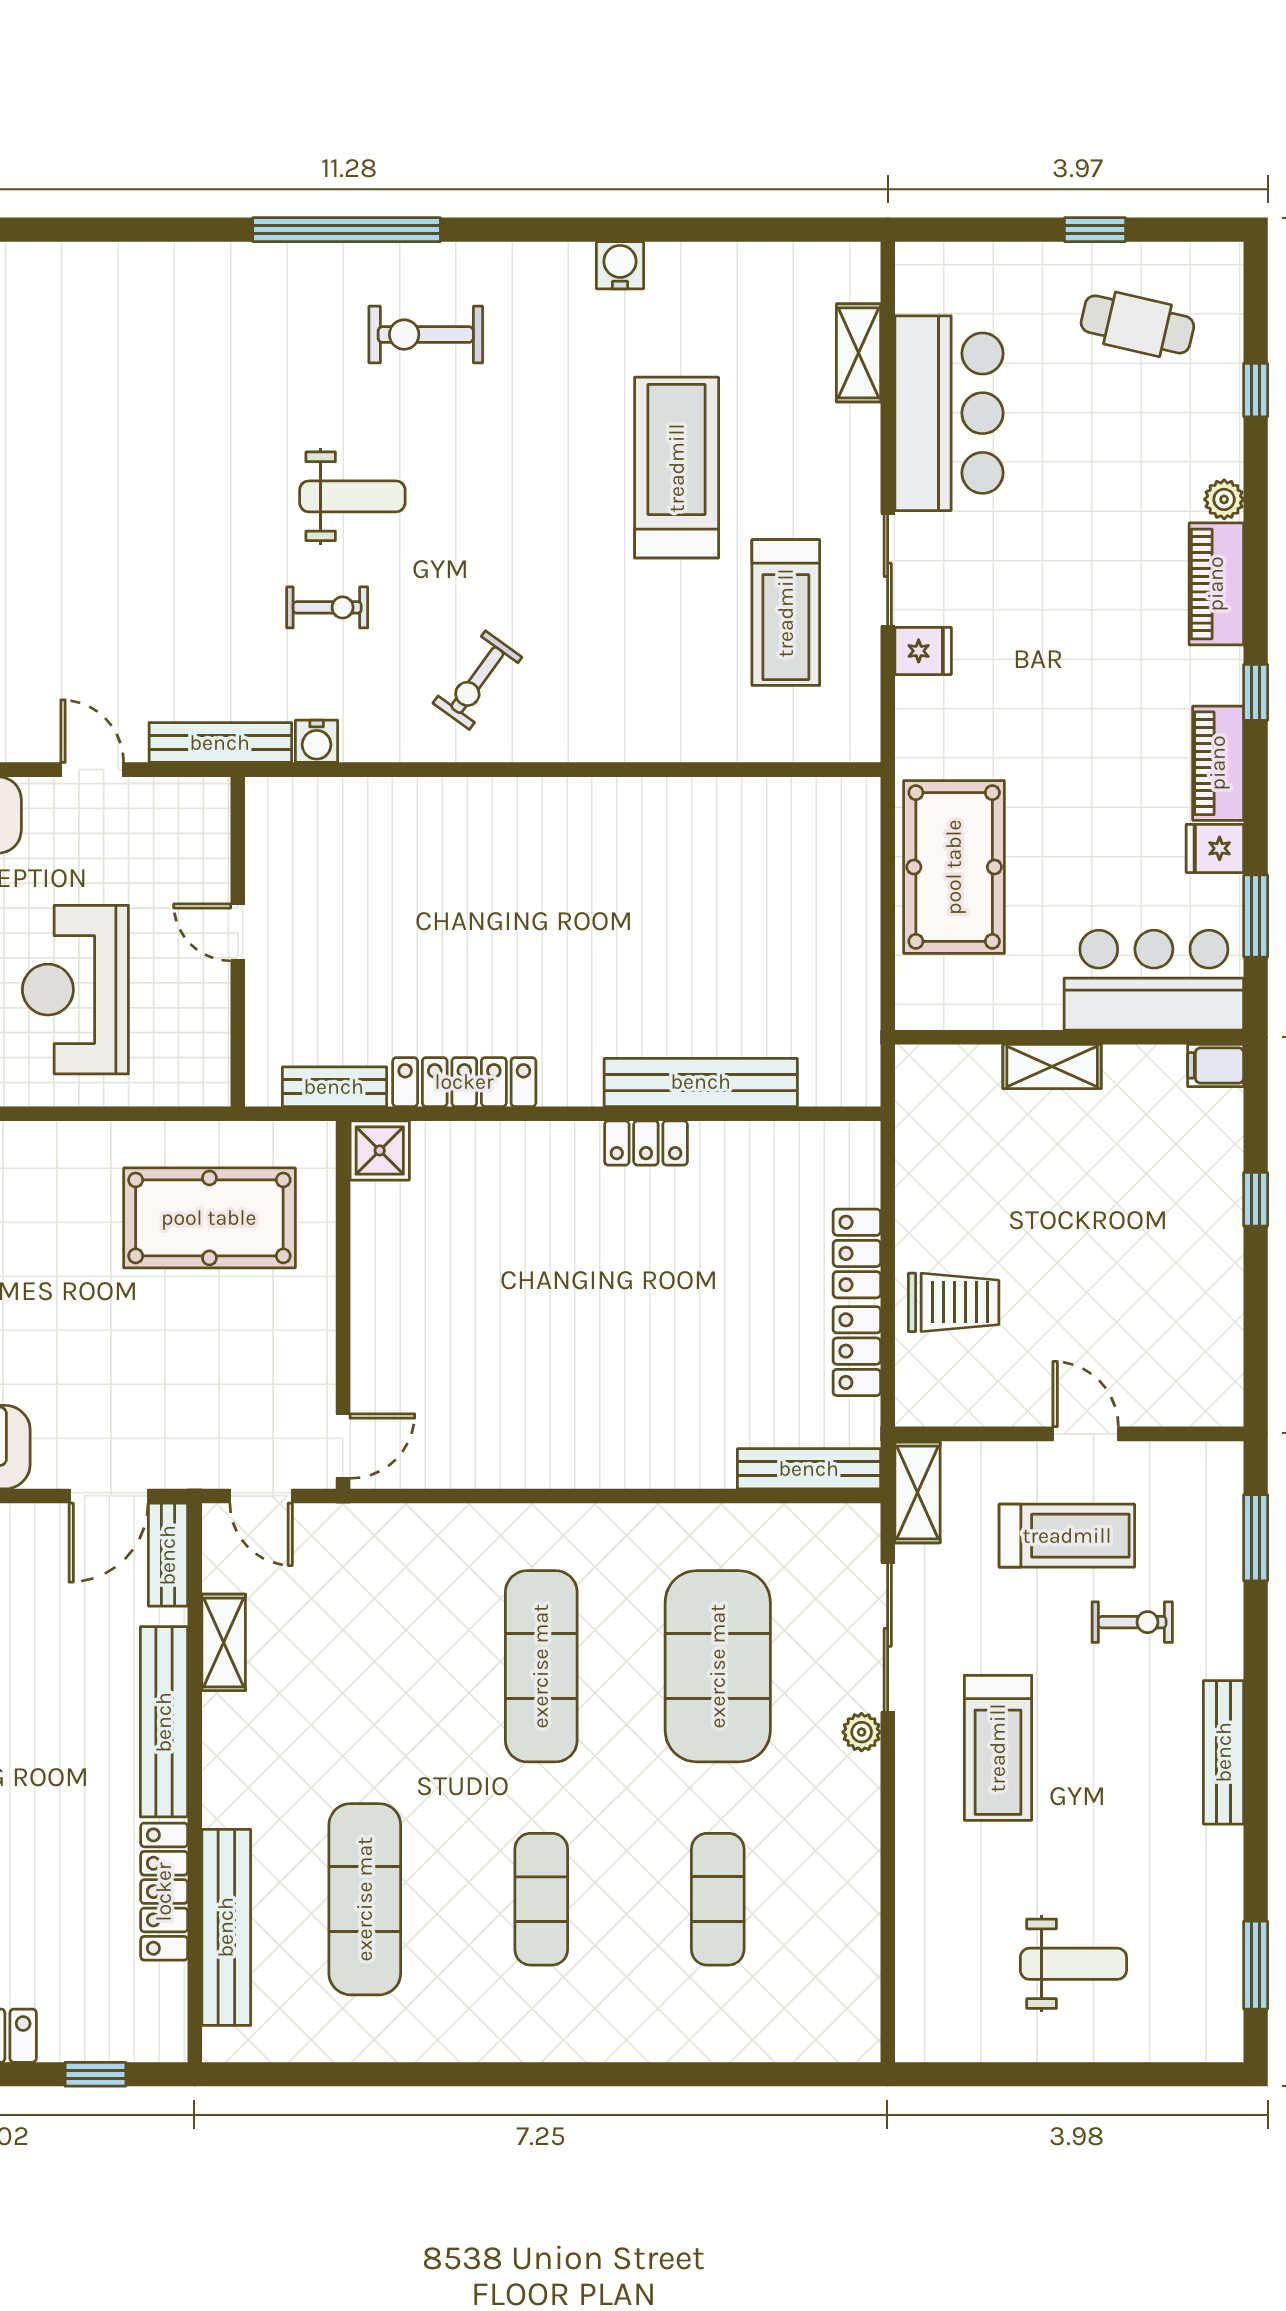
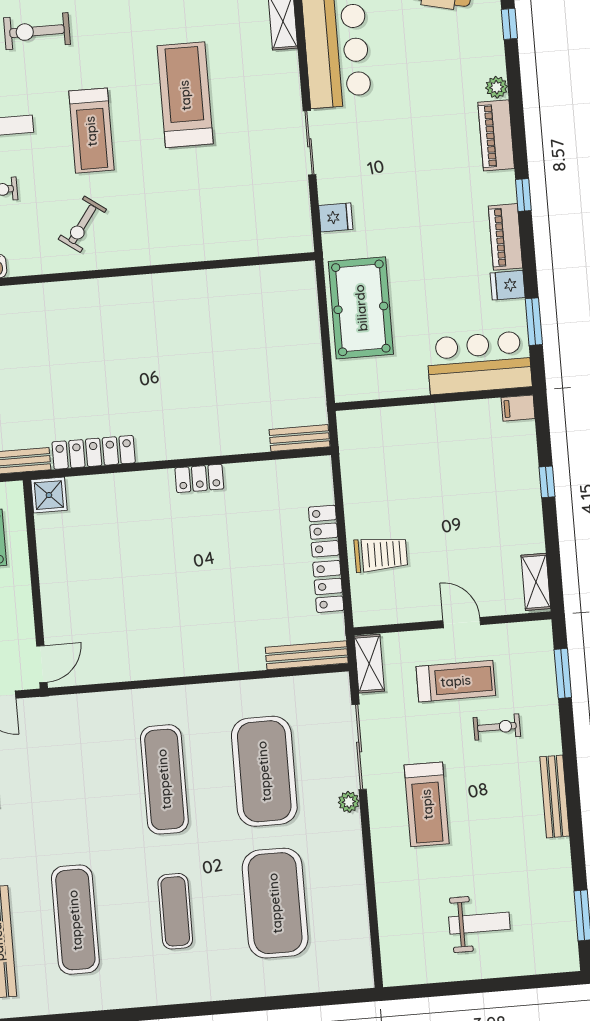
treadmill: (786, 613) -> (91, 131), moved
fridge: (923, 651) -> (336, 217), moved
shelving: (1052, 1067) -> (536, 582), moved, turned 90
bench: (701, 1082) -> (299, 438), moved, width x0.54, depth x0.82
exercise mat: (718, 1899) -> (275, 903), width x2.00, depth x1.45

